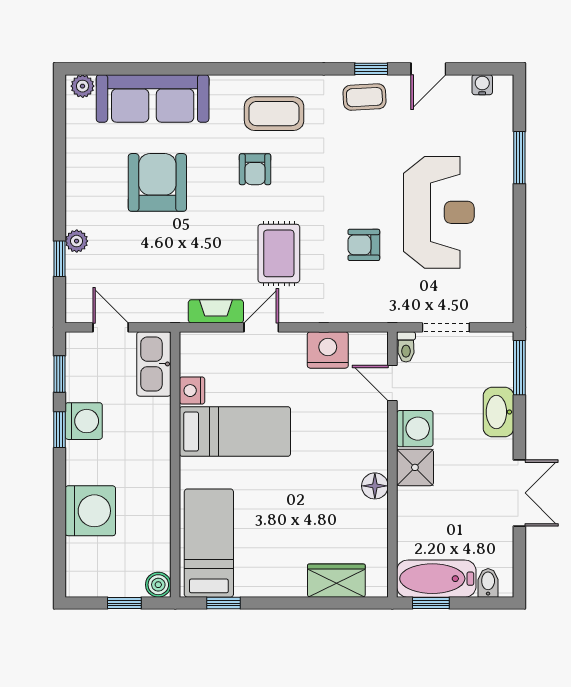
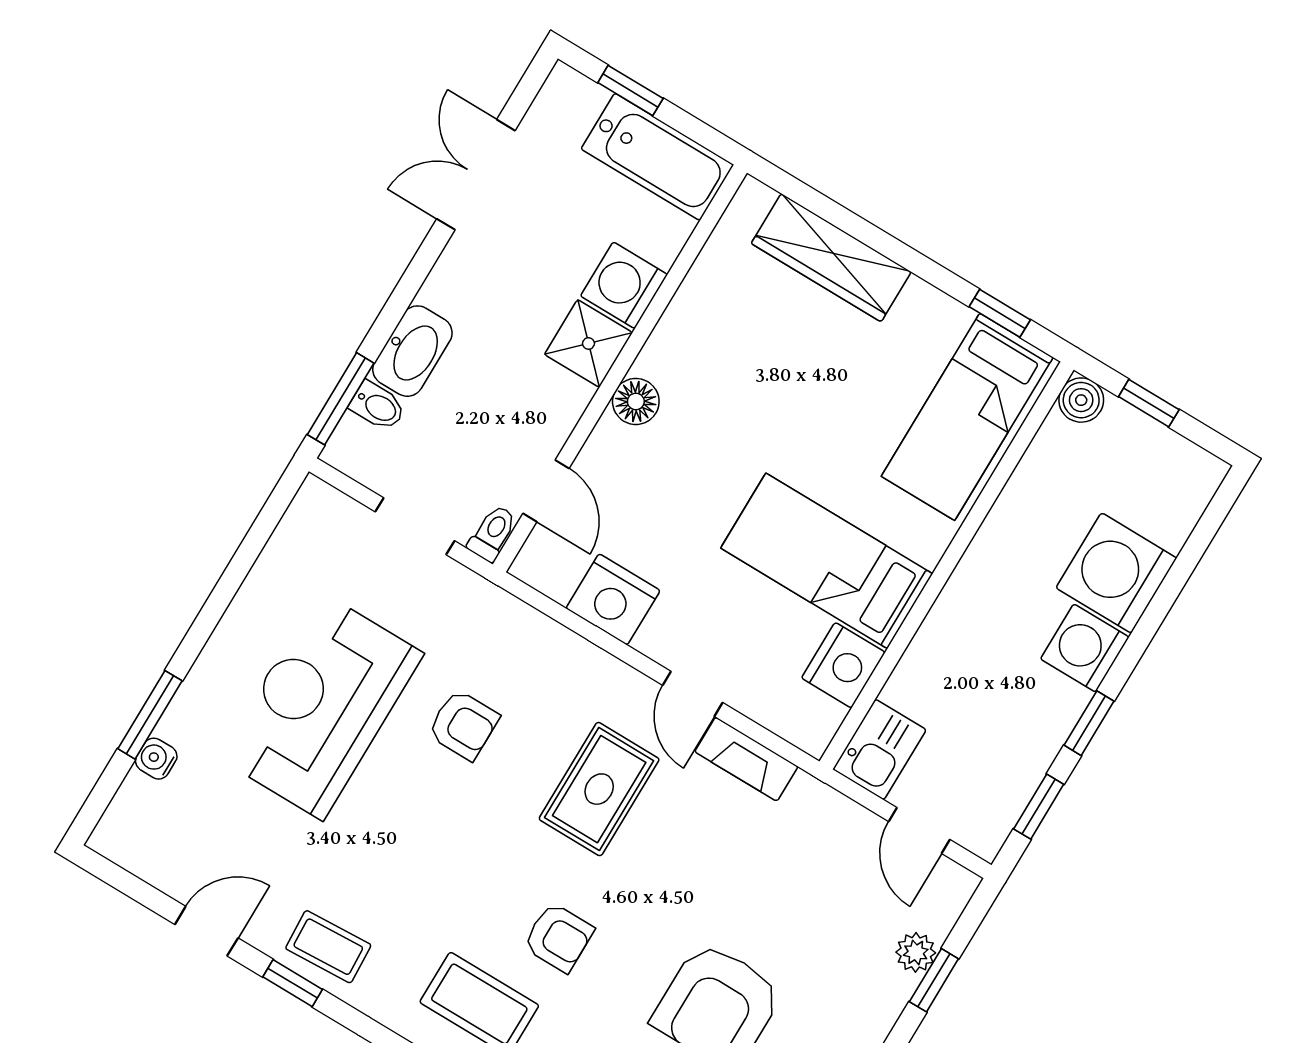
water cooler: (482, 85) -> (156, 759), moved, turned 90
armchair: (255, 169) -> (558, 937), turned 90
plant: (77, 241) -> (916, 952), moved
door: (261, 327) -> (693, 694), hinge flipped
kitchen sink: (154, 364) -> (879, 749), width x0.73
nightstand: (192, 391) -> (843, 665), width x1.36, depth x1.33
washing machine: (84, 421) -> (1085, 648), moved
washing machine: (415, 429) -> (624, 285), moved
floor lamp: (375, 486) -> (636, 401), moved
double door: (519, 493) -> (476, 175), moved
wardrobe: (336, 581) -> (831, 258), width x1.50
bidet: (488, 583) -> (378, 406), moved, turned -90
window: (431, 603) -> (630, 90), moved

